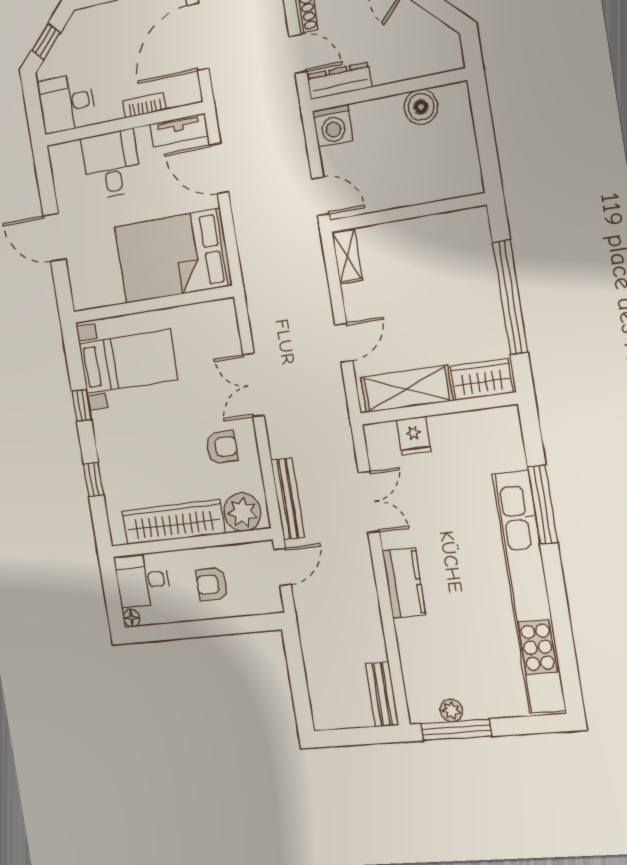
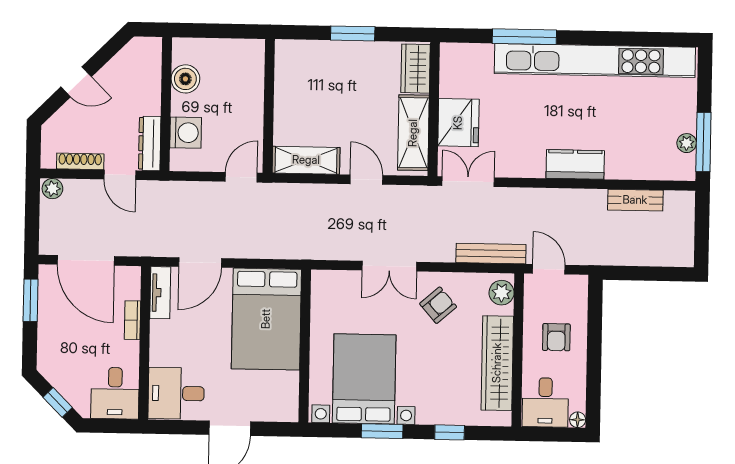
door: (298, 54) -> (120, 175), swing flipped
washing machine: (333, 126) -> (186, 133), moved
desk: (111, 164) -> (176, 393), moved
shelving: (347, 256) -> (306, 160), width x1.50, depth x1.33
window: (510, 297) -> (353, 33), width x0.47
bed with nightstands: (128, 361) -> (364, 379), width x1.36
window: (82, 405) -> (382, 431), width x1.50
fridge: (414, 436) -> (458, 123), width x1.88, depth x1.34
armchair: (222, 447) -> (438, 305), turned 49
double door: (369, 502) -> (468, 182), moved
plant: (242, 512) -> (502, 293), width x0.73, depth x0.73
bench: (382, 694) -> (635, 200), moved

